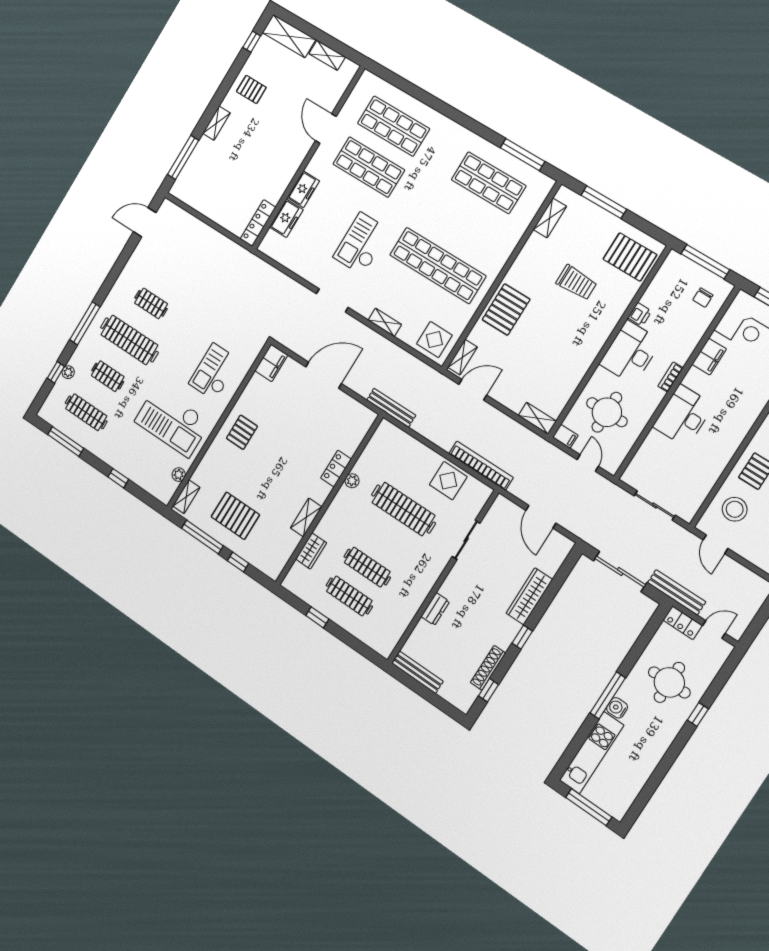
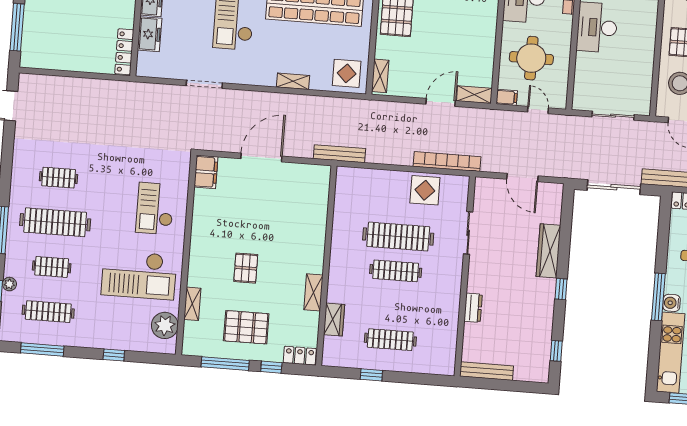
doorway: (332, 300) -> (204, 84), moved
door: (473, 390) -> (441, 102), moved
pallet: (242, 432) -> (246, 268), moved
locker: (336, 469) -> (300, 356), moved, turned 90
plant: (179, 475) -> (165, 325), width x1.88, depth x1.88
plant: (352, 481) -> (338, 237), removed
shelving: (186, 497) -> (192, 304), moved
clothes rail: (367, 567) -> (396, 271), moved
shoe rack: (488, 668) -> (546, 332), removed

